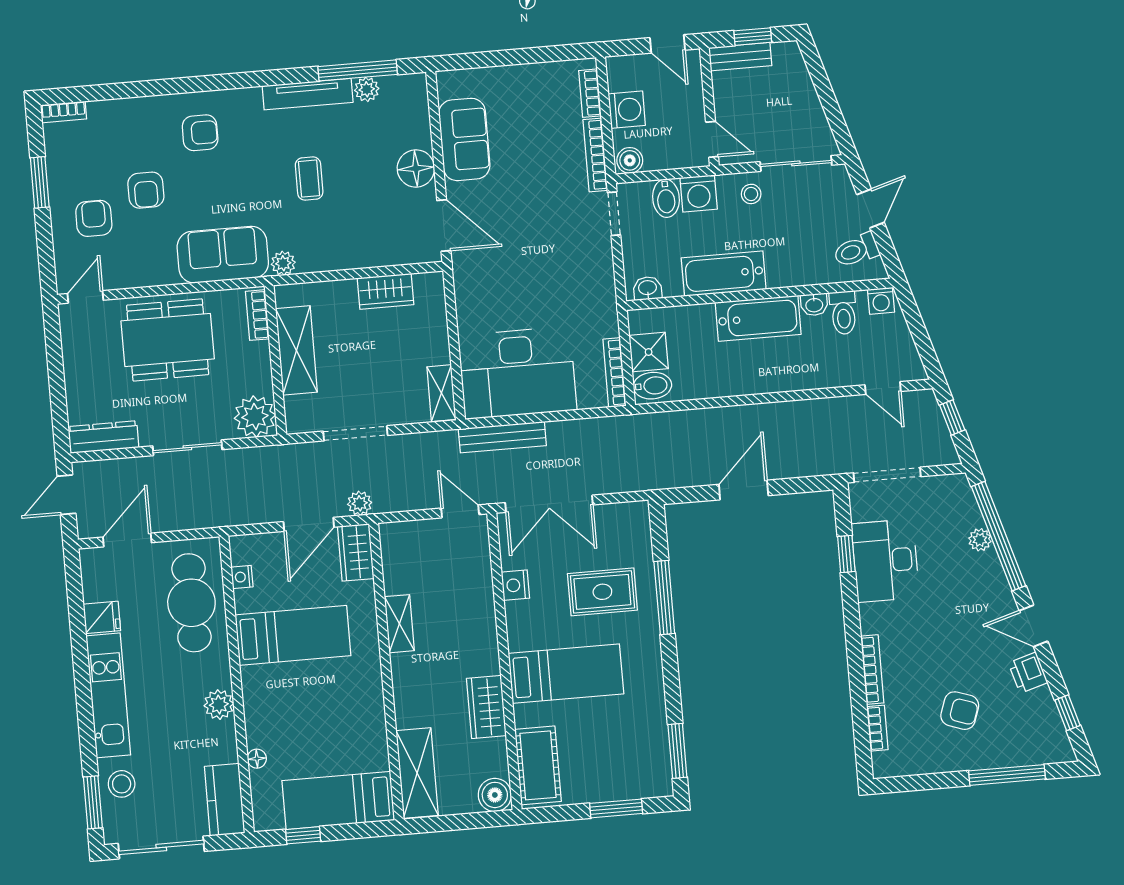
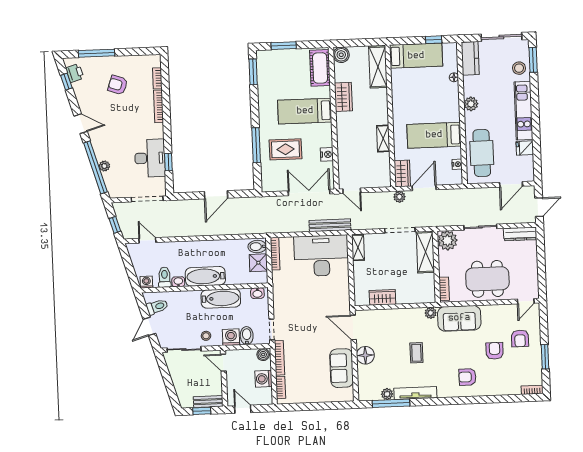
shelving: (296, 350) -> (425, 252), moved
printer: (1028, 673) -> (75, 73), moved

